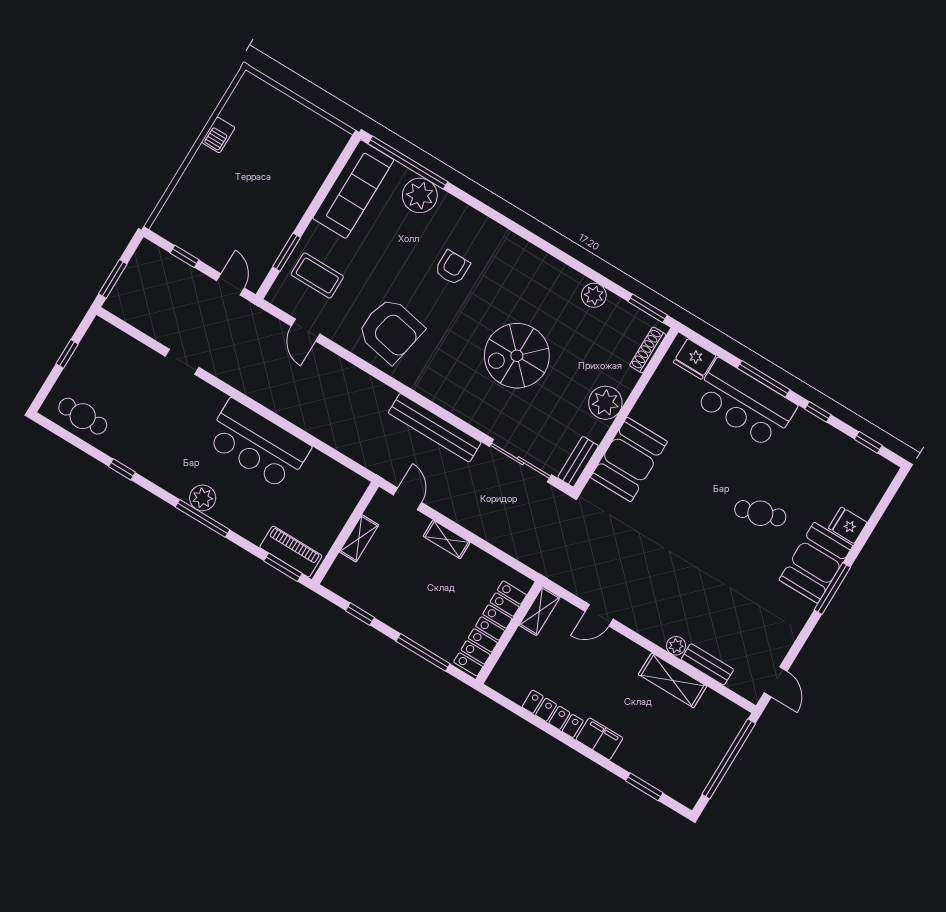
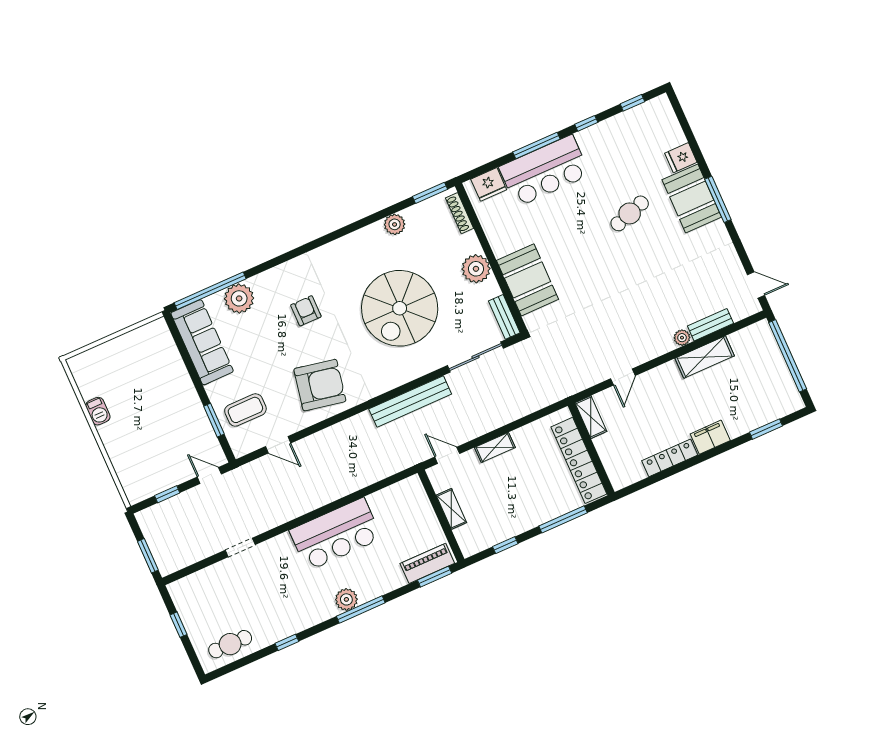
spiral stairs: (517, 356) -> (400, 308), width x1.37, depth x1.37

